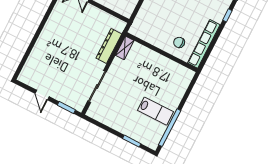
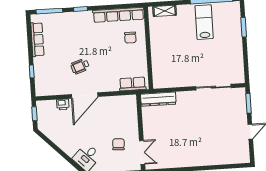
row of seats: (140, 21) -> (133, 84), added
dresser: (109, 46) -> (158, 99), moved
shelving: (125, 48) -> (165, 11), moved

